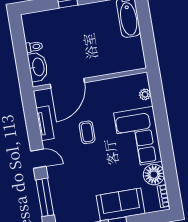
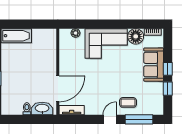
door: (67, 83) -> (58, 89), hinge flipped
tv unit: (45, 123) -> (72, 110), moved
coffee table: (87, 132) -> (128, 102), moved

